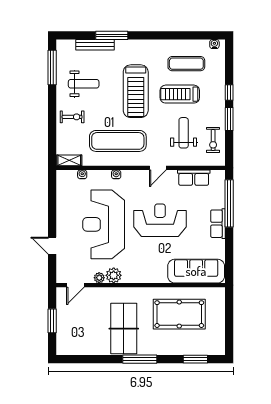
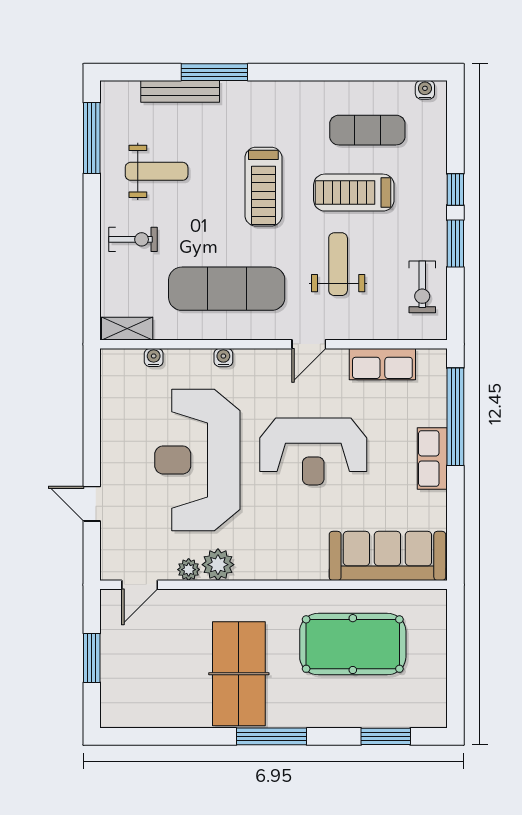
treadmill: (136, 91) -> (263, 187), width x0.73, depth x0.73
weight bench: (184, 133) -> (338, 264), moved
reception desk: (160, 220) -> (313, 451), turned 180

